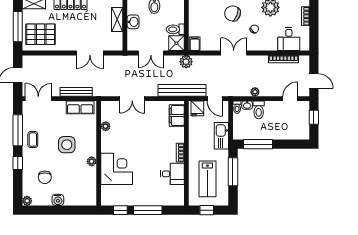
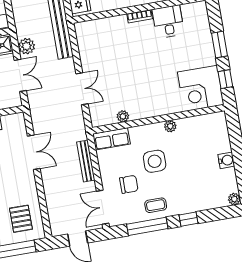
pallet: (41, 34) -> (21, 219), width x0.67, depth x0.71
plant: (186, 62) -> (27, 46), moved
row of seats: (80, 107) -> (112, 139), moved, turned 90
filing cabinet: (177, 115) -> (93, 29), removed
corner desk: (117, 169) -> (201, 88), moved, turned -90
chair: (45, 177) -> (129, 184), moved
window: (148, 210) -> (219, 45), width x0.69

